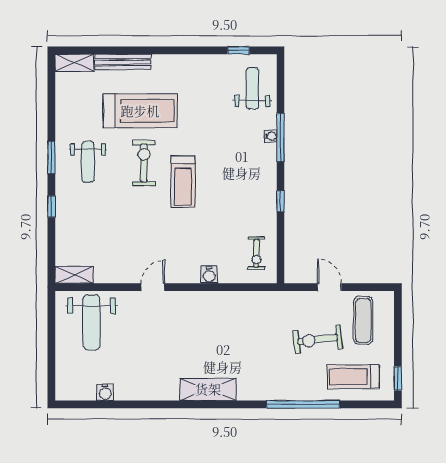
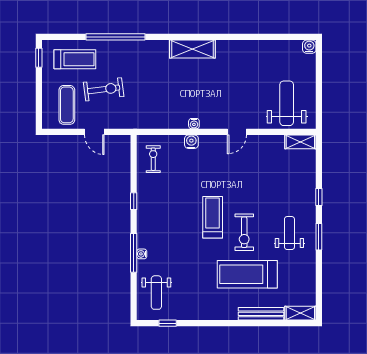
water cooler: (206, 297) -> (194, 124), added
water cooler: (105, 392) -> (309, 47), moved

